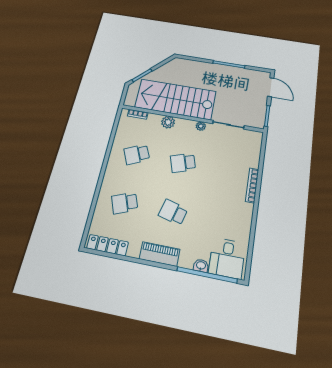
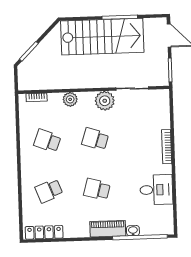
stairs: (175, 99) -> (102, 37), moved, turned 180
plant: (201, 126) -> (105, 101), width x1.88, depth x1.88
school desk: (137, 154) -> (47, 141), turned 45
school desk: (183, 163) -> (95, 139), turned 36
piano: (160, 254) -> (108, 229), moved
desk: (227, 258) -> (156, 190), moved, turned -90

